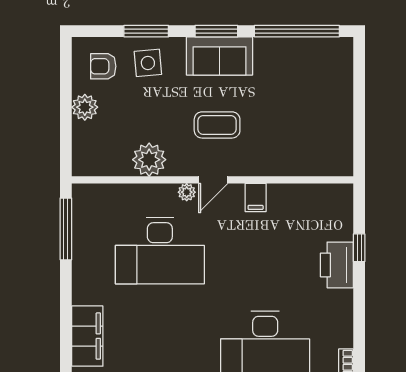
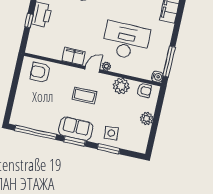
armchair: (103, 66) -> (144, 90), moved
armchair: (314, 151) -> (40, 72), added
water cooler: (82, 194) -> (157, 77), added
filing cabinet: (256, 198) -> (74, 56), width x2.00

